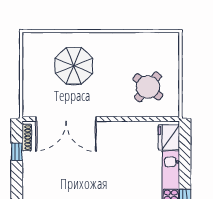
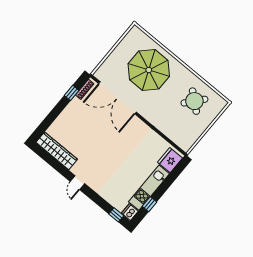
parasol: (74, 66) -> (149, 70), width x1.36, depth x1.36
round table: (148, 87) -> (194, 101), moved

